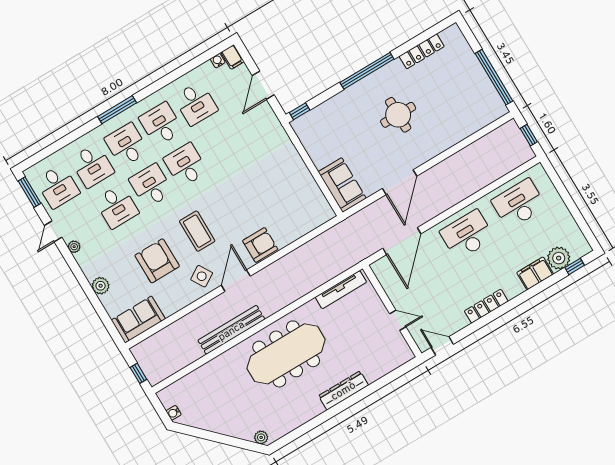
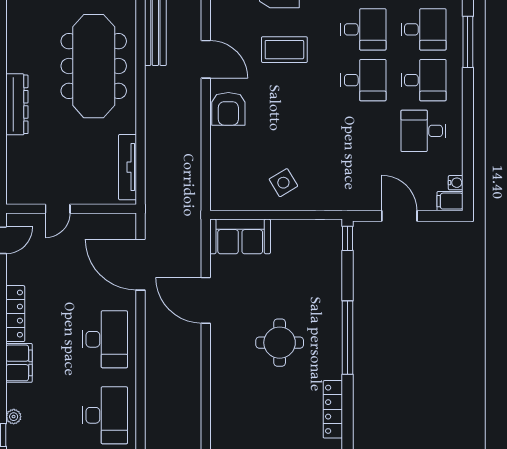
plant: (559, 258) -> (14, 417), width x0.53, depth x0.53
filing cabinet: (535, 273) -> (19, 363), moved
side table: (202, 276) -> (283, 183), moved

